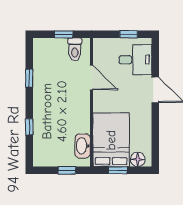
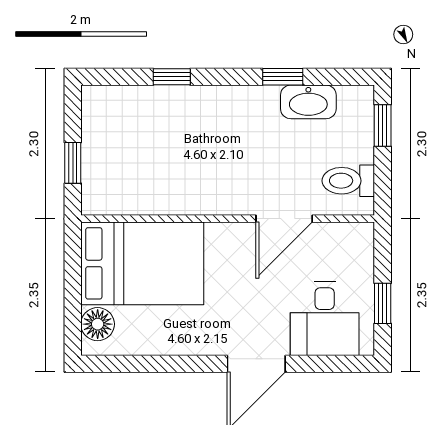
window: (64, 34) -> (383, 126), moved
washbasin: (83, 146) -> (308, 102), moved, turned 180
window: (118, 170) -> (73, 279), removed

